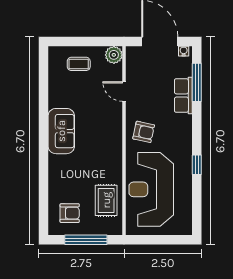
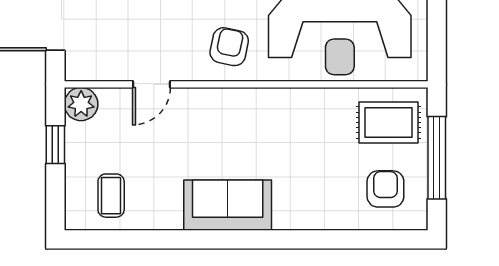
window: (93, 42) -> (55, 145), added
coffee table: (79, 64) -> (111, 196), moved
rug: (106, 200) -> (388, 122), moved

